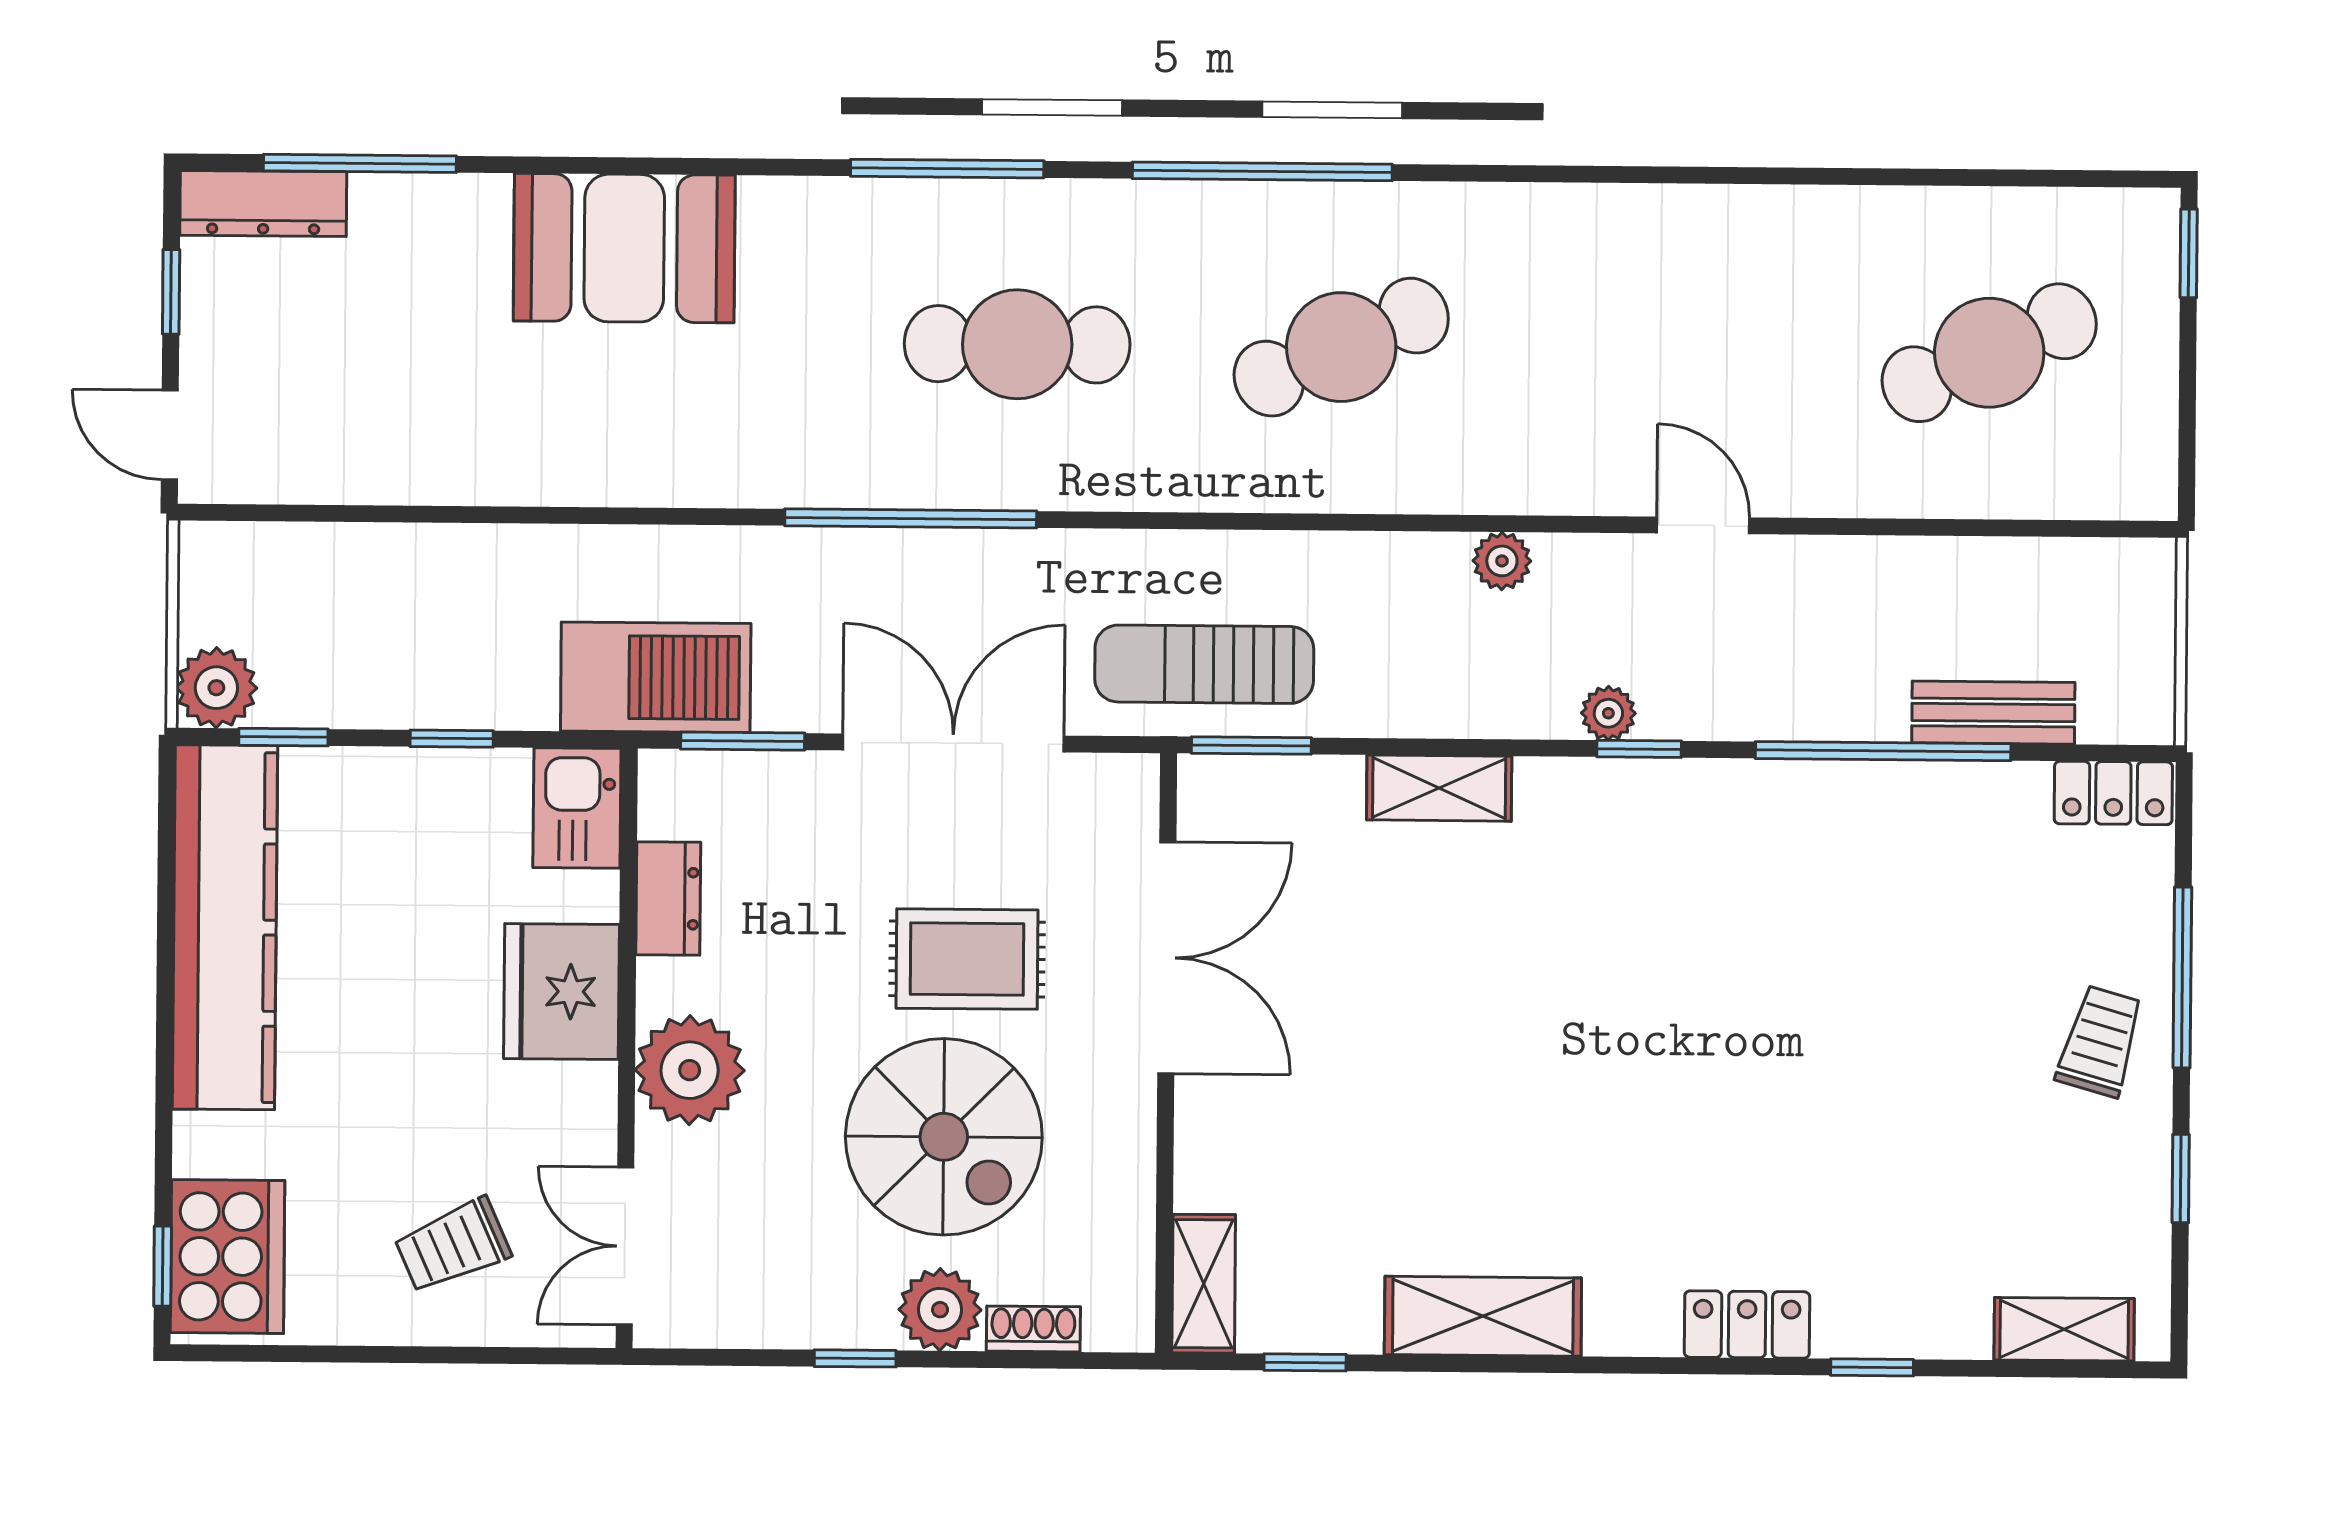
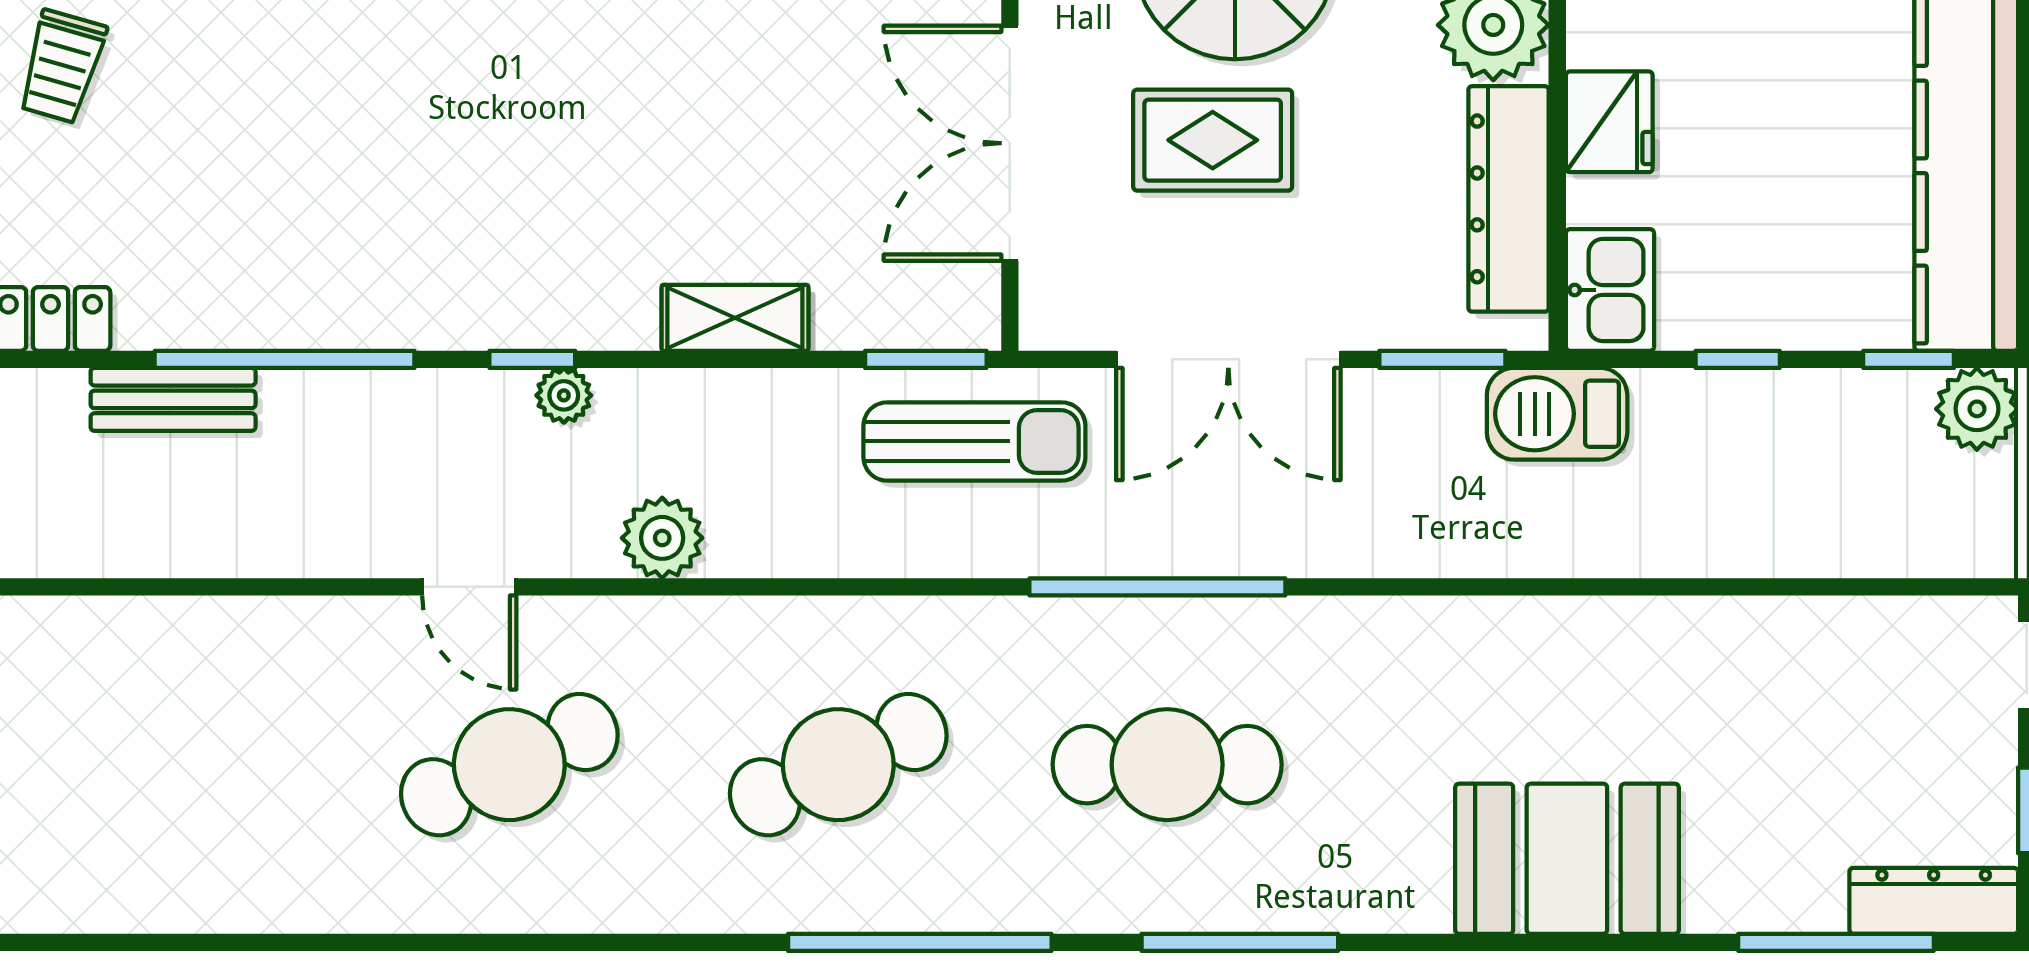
cafe table: (1989, 353) -> (509, 765), moved
window: (911, 518) -> (1157, 587), moved
plant: (1502, 561) -> (662, 538), width x1.38, depth x1.38
barbecue: (656, 677) -> (1557, 414), width x0.73, depth x0.83
dresser: (668, 899) -> (1509, 199), width x1.96, depth x1.24
fridge: (562, 992) -> (1609, 122), width x0.73, depth x0.75

